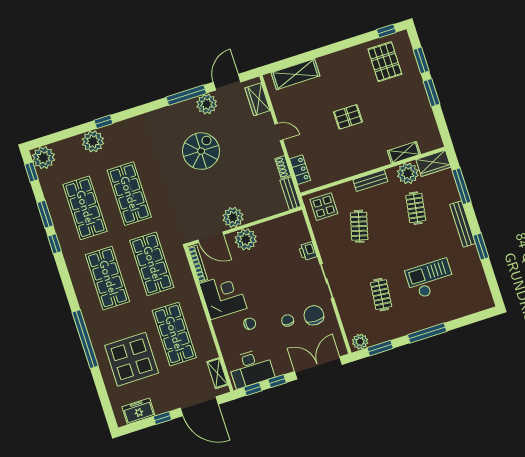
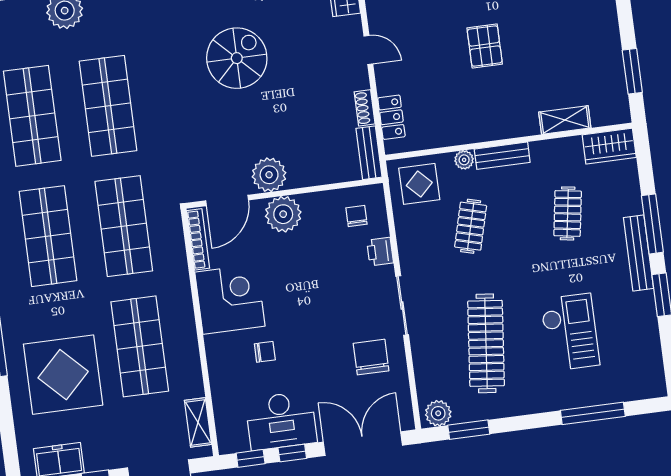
window: (431, 93) -> (632, 71), moved
pallet: (348, 117) -> (485, 46), turned 90
plant: (408, 173) -> (464, 160), moved, width x0.53, depth x0.53
window: (461, 186) -> (652, 224), moved
door: (211, 237) -> (227, 200), hinge flipped
checkout: (430, 279) -> (570, 332), turned 90
clothes rail: (381, 295) -> (486, 343), width x1.86, depth x1.31
chair: (288, 320) -> (356, 216), moved
window: (427, 333) -> (593, 413), moved
desk: (251, 368) -> (281, 421), moved

